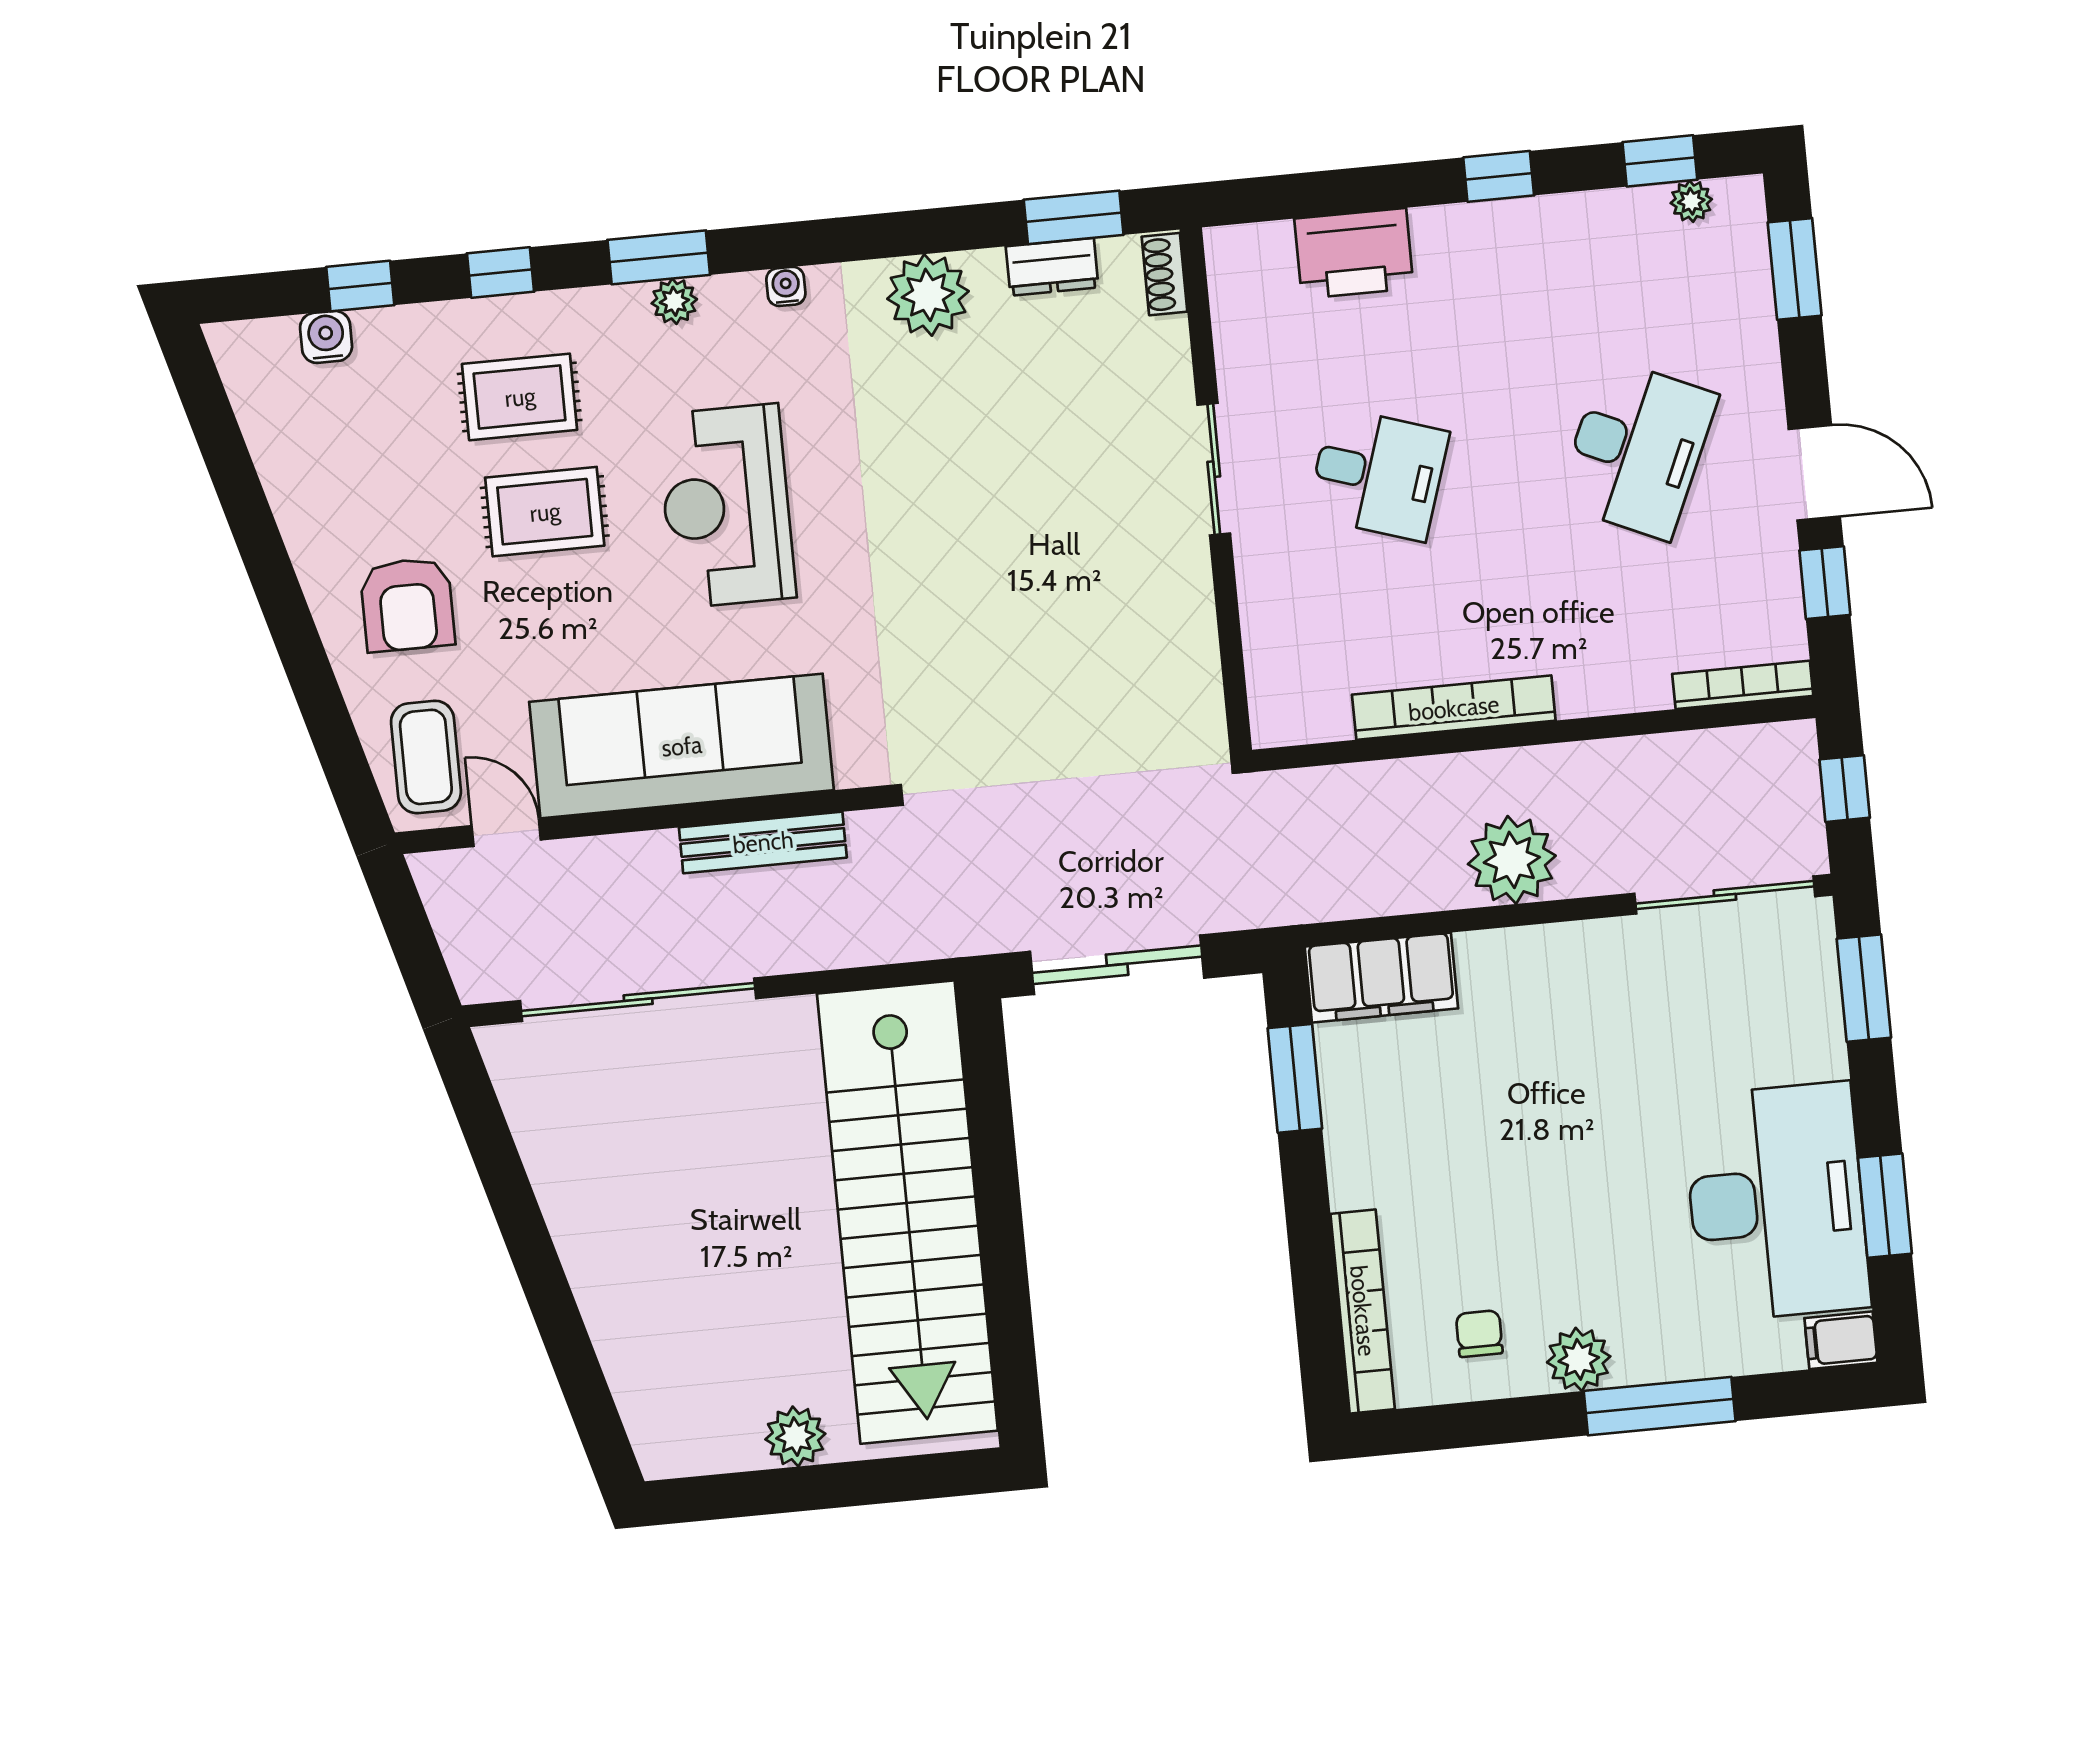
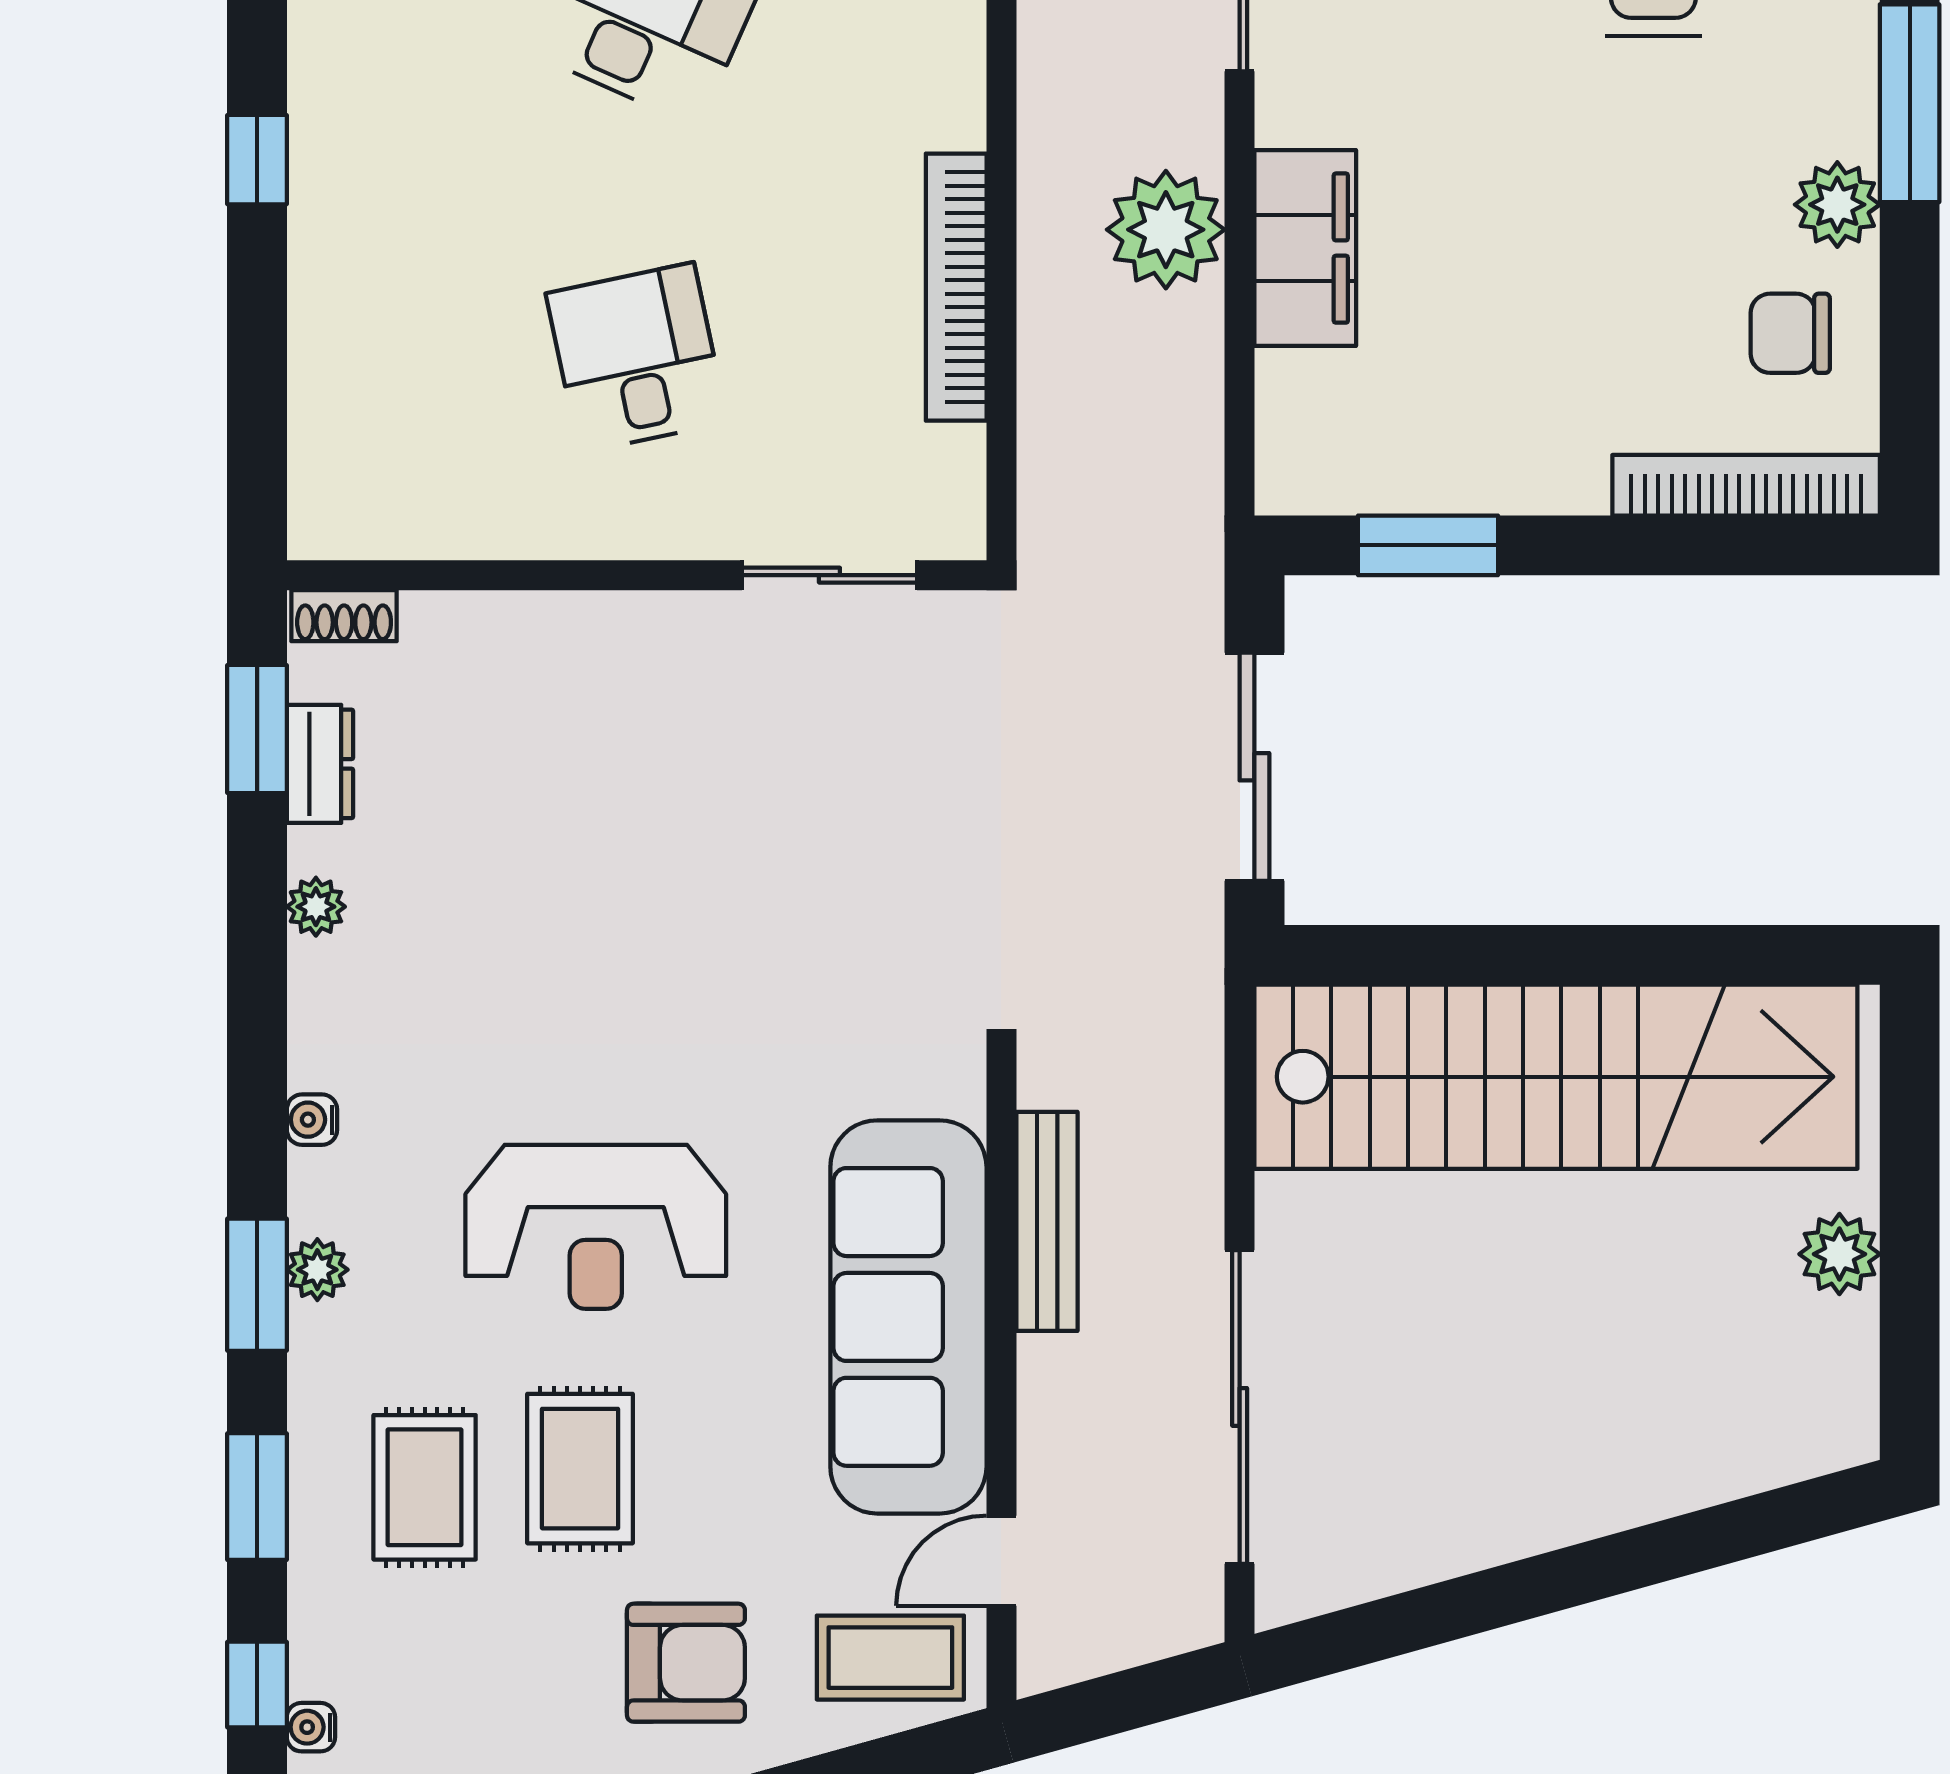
printer: (1354, 253) -> (341, 362), removed
window: (501, 273) -> (257, 1497), width x1.50
plant: (928, 295) -> (316, 907), width x0.53, depth x0.53
water cooler: (326, 337) -> (311, 1727), width x0.72, depth x0.72
sliding door: (1214, 469) -> (829, 575), moved
desk: (1378, 474) -> (637, 358), turned -30
filing cabinet: (1381, 978) -> (1305, 248), moved
chair: (1479, 1334) -> (1790, 333), width x1.37, depth x1.37

